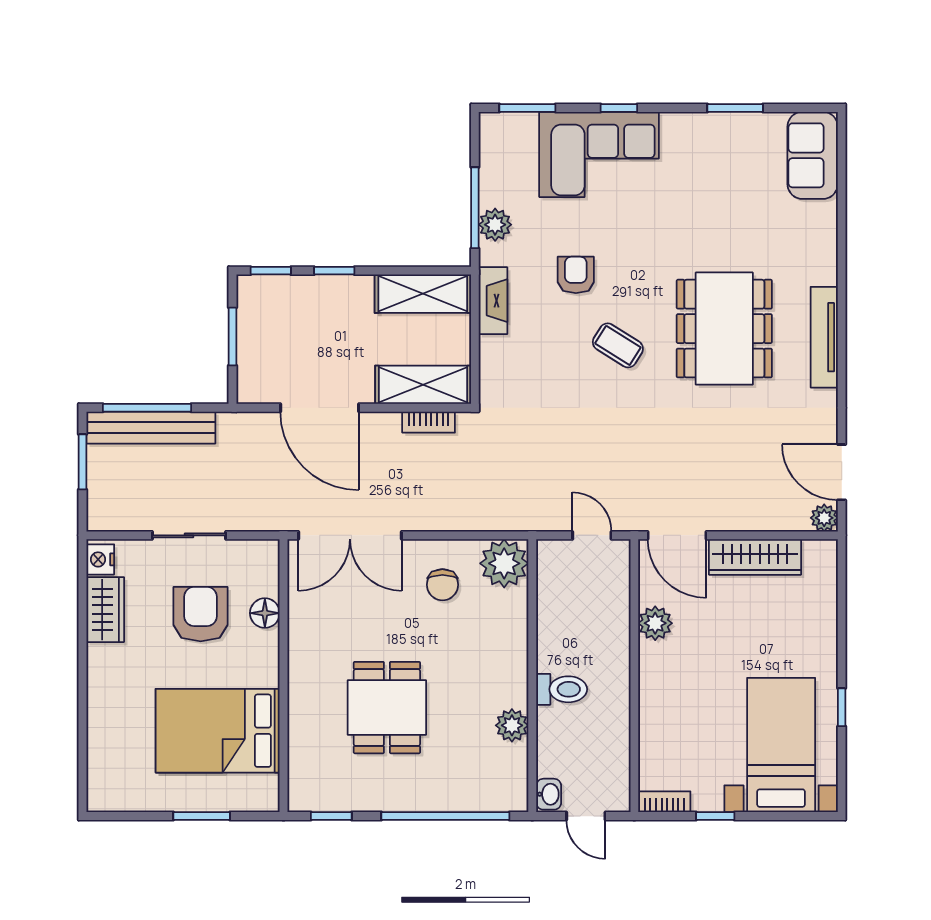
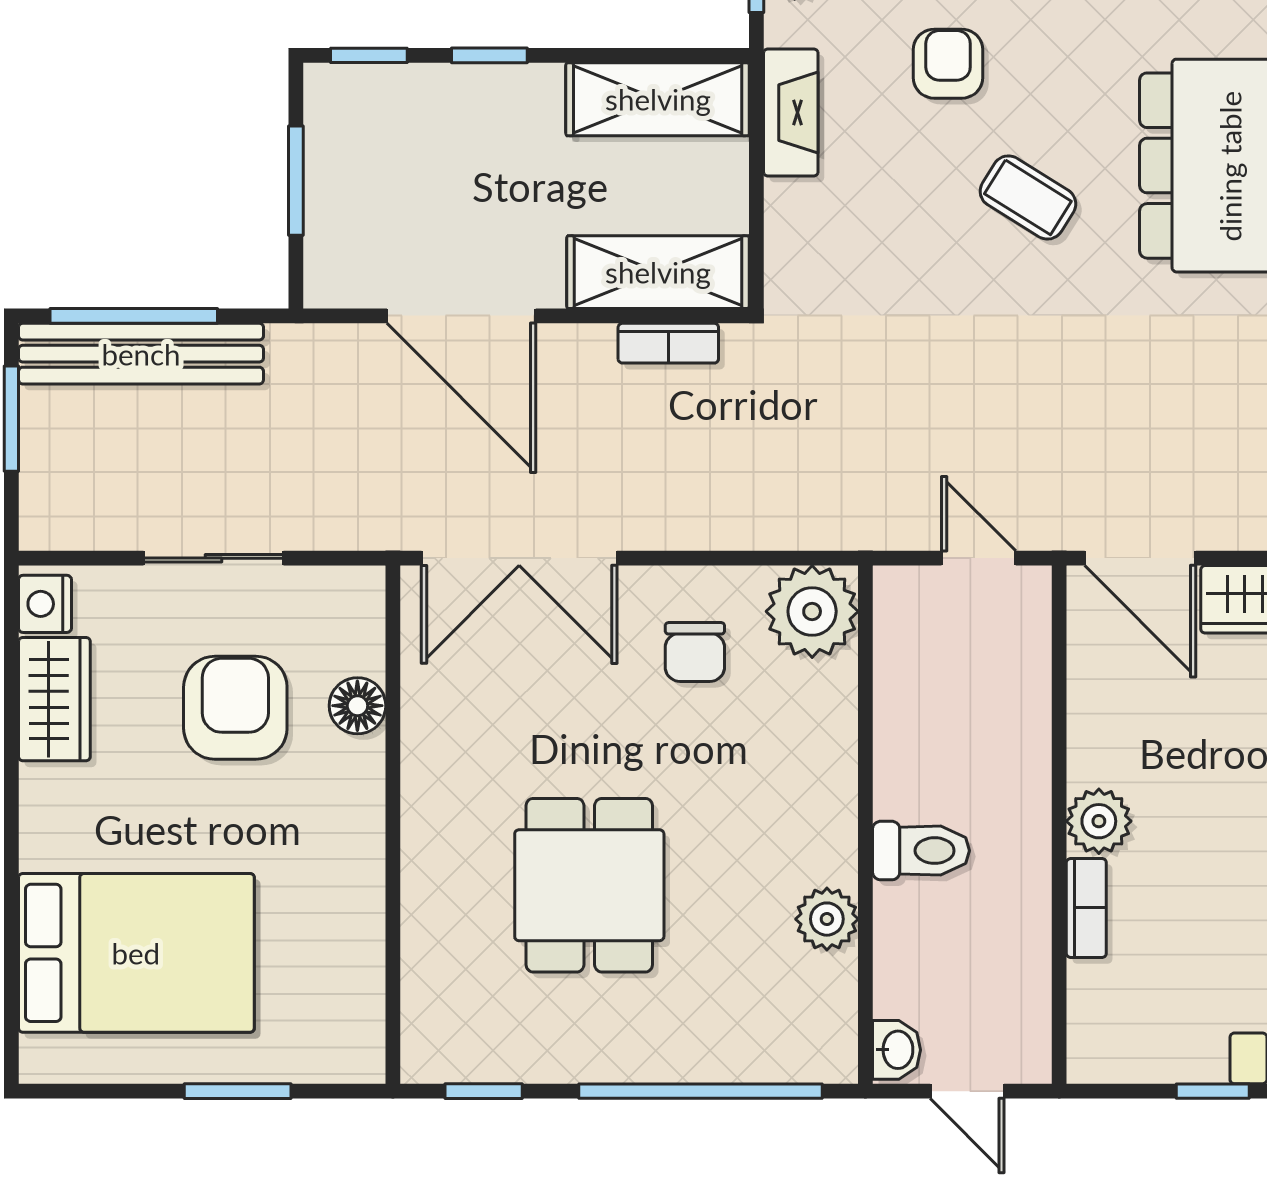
plant: (655, 623) -> (1099, 821), moved
bed: (218, 731) -> (136, 953), moved, turned 180
bookcase: (664, 802) -> (1086, 908), moved, turned 90

